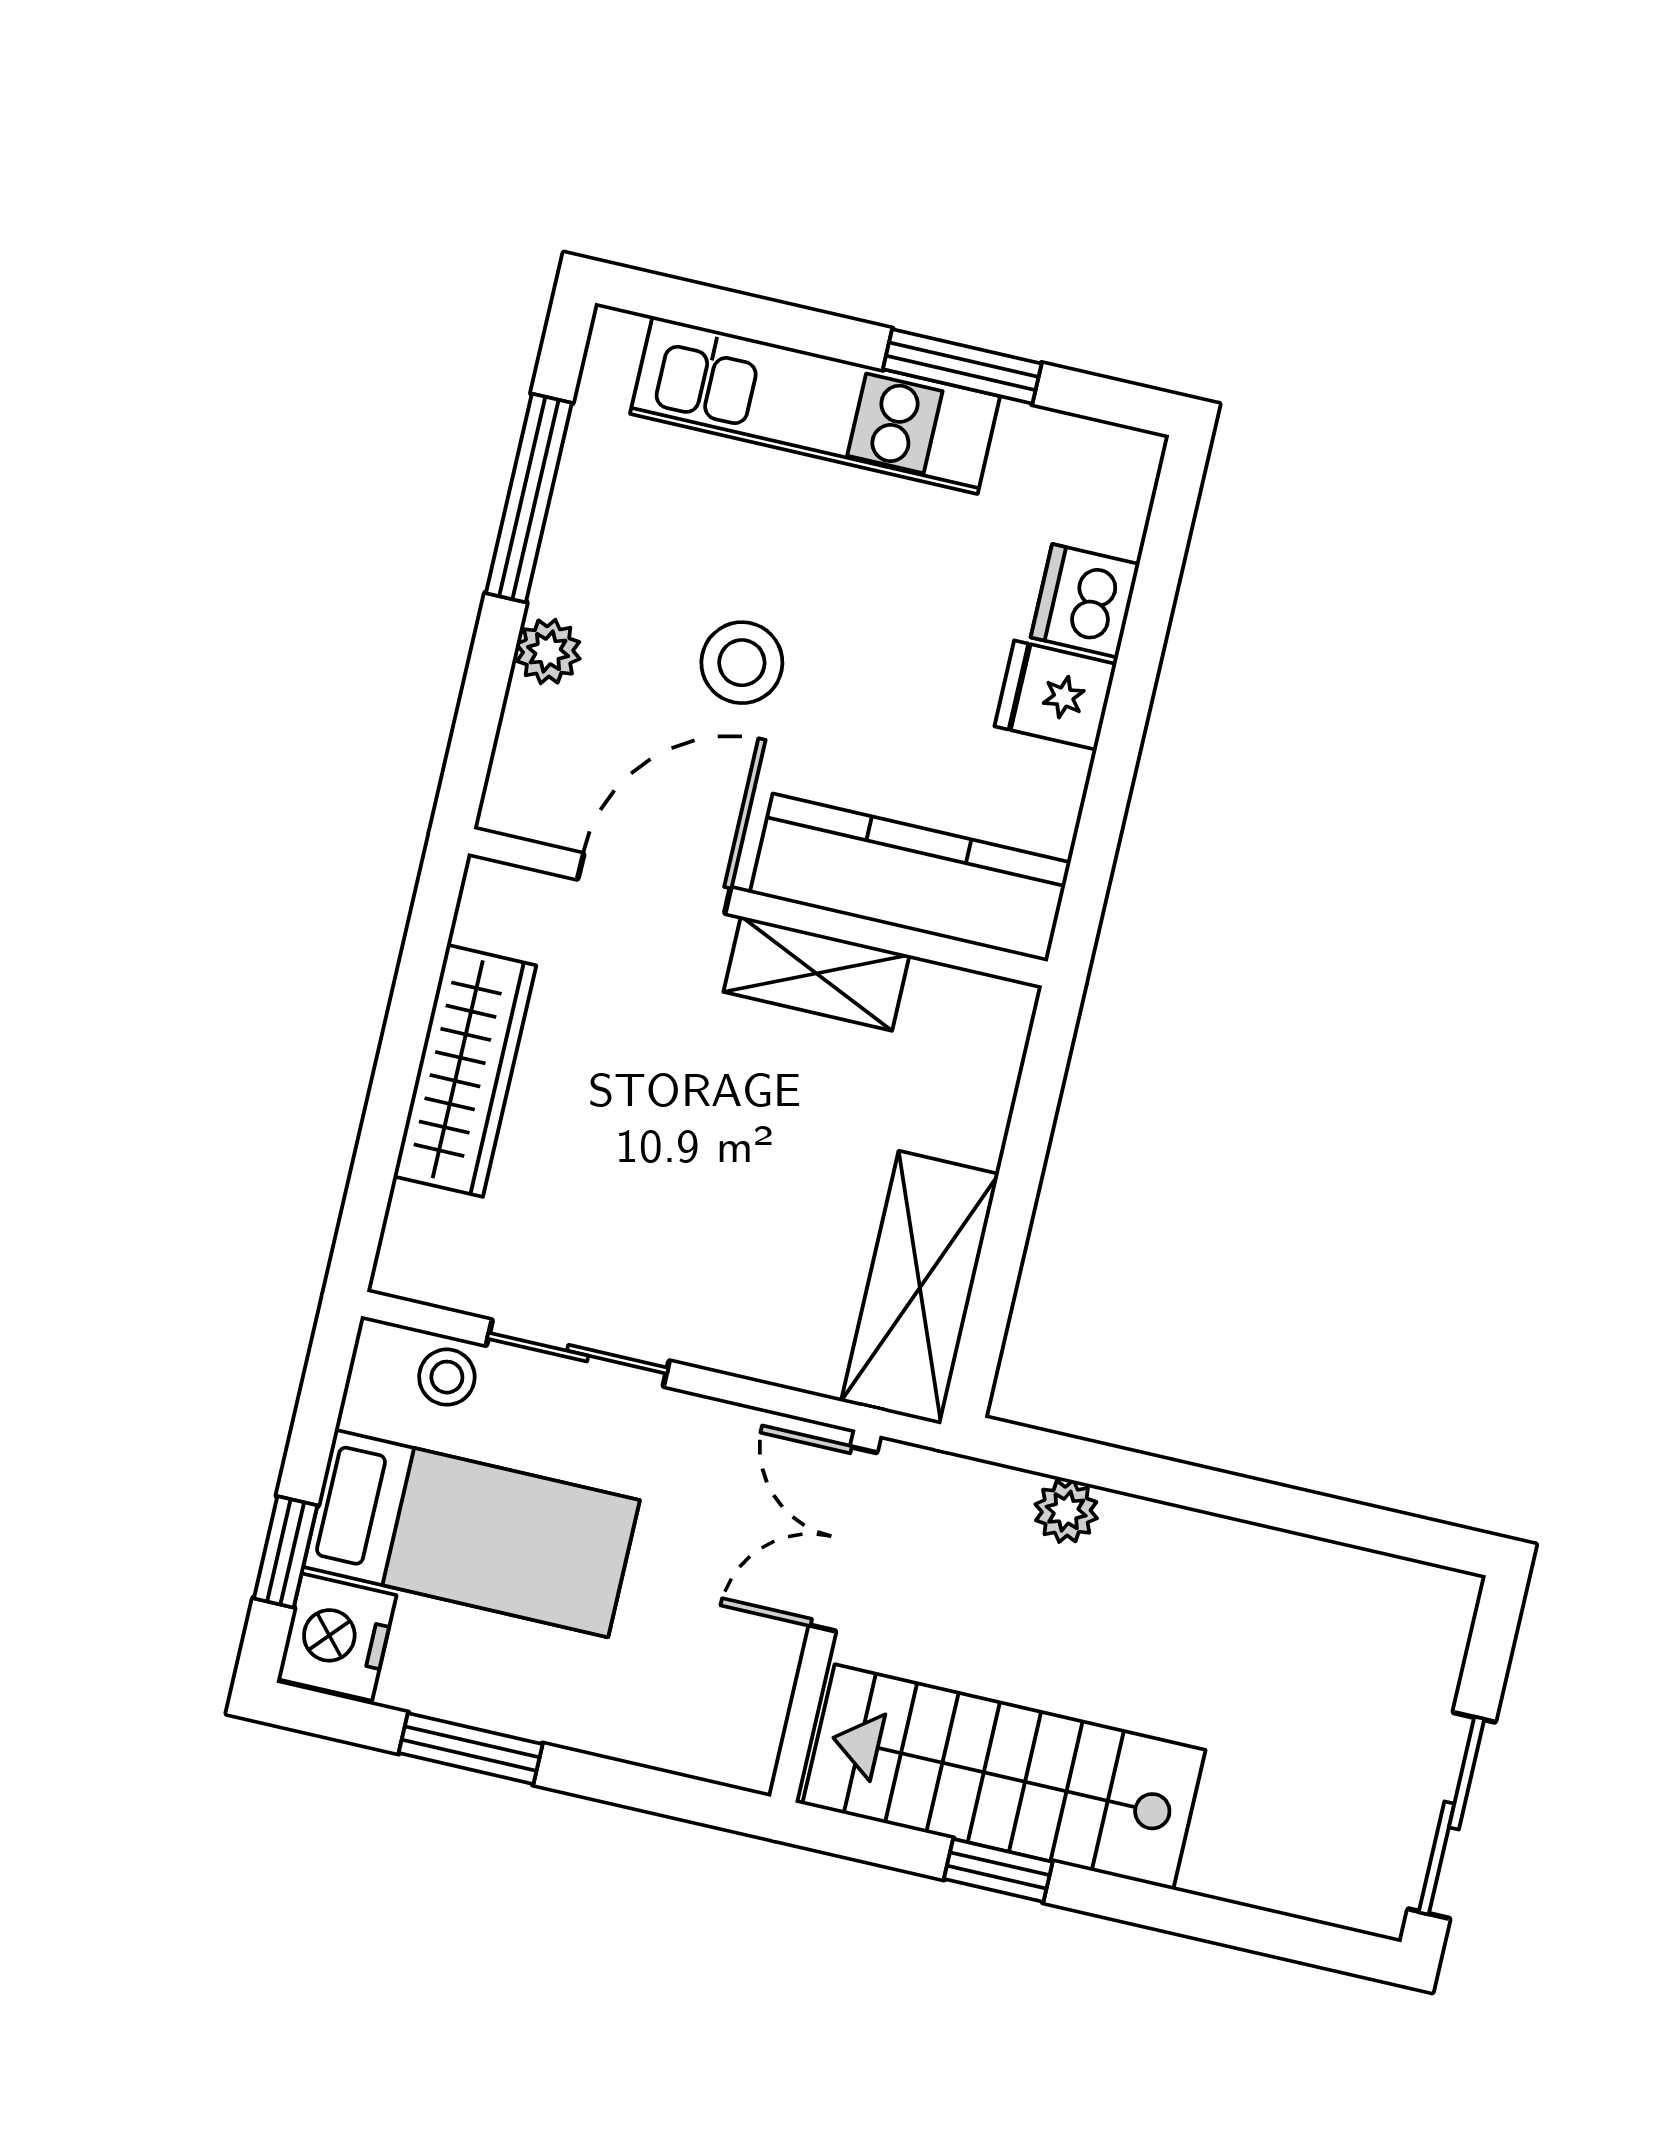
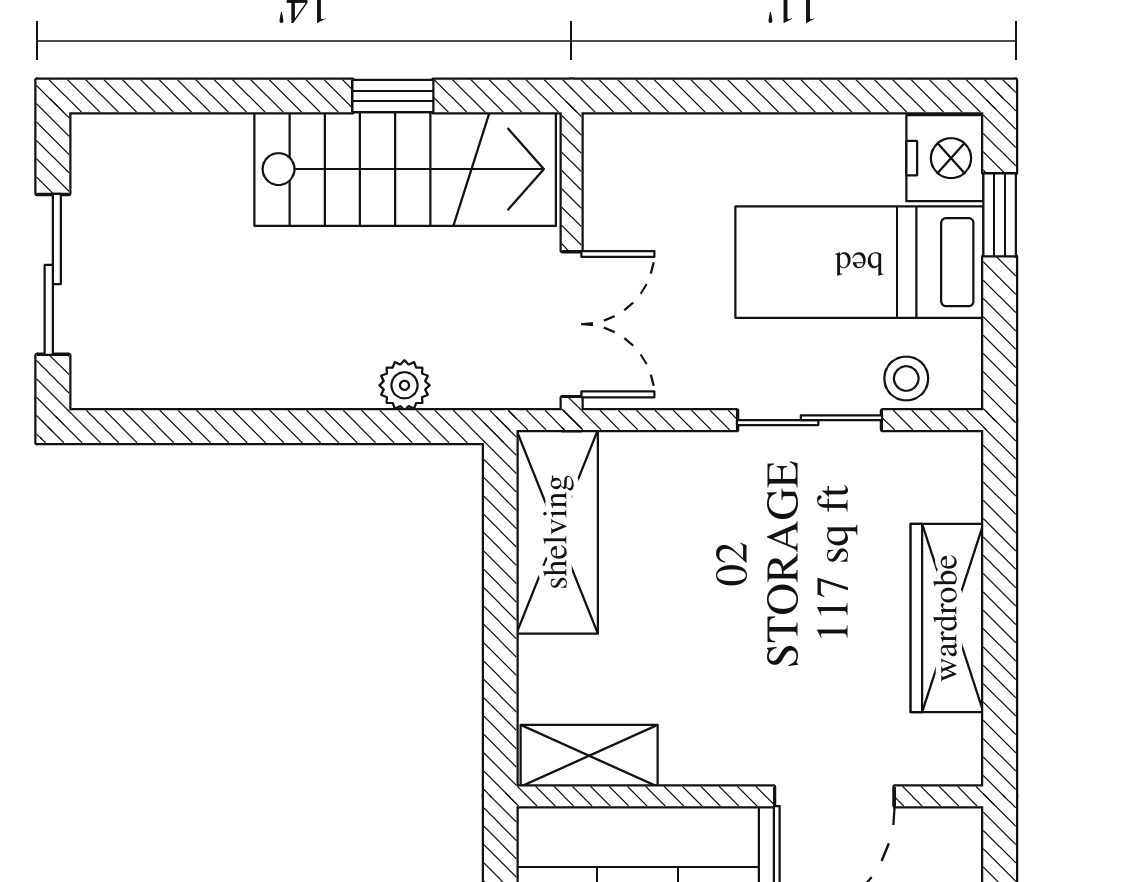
shelving: (816, 973) -> (589, 756), moved
window: (471, 1749) -> (822, 96), removed
sliding door: (1452, 1816) -> (53, 274), moved

